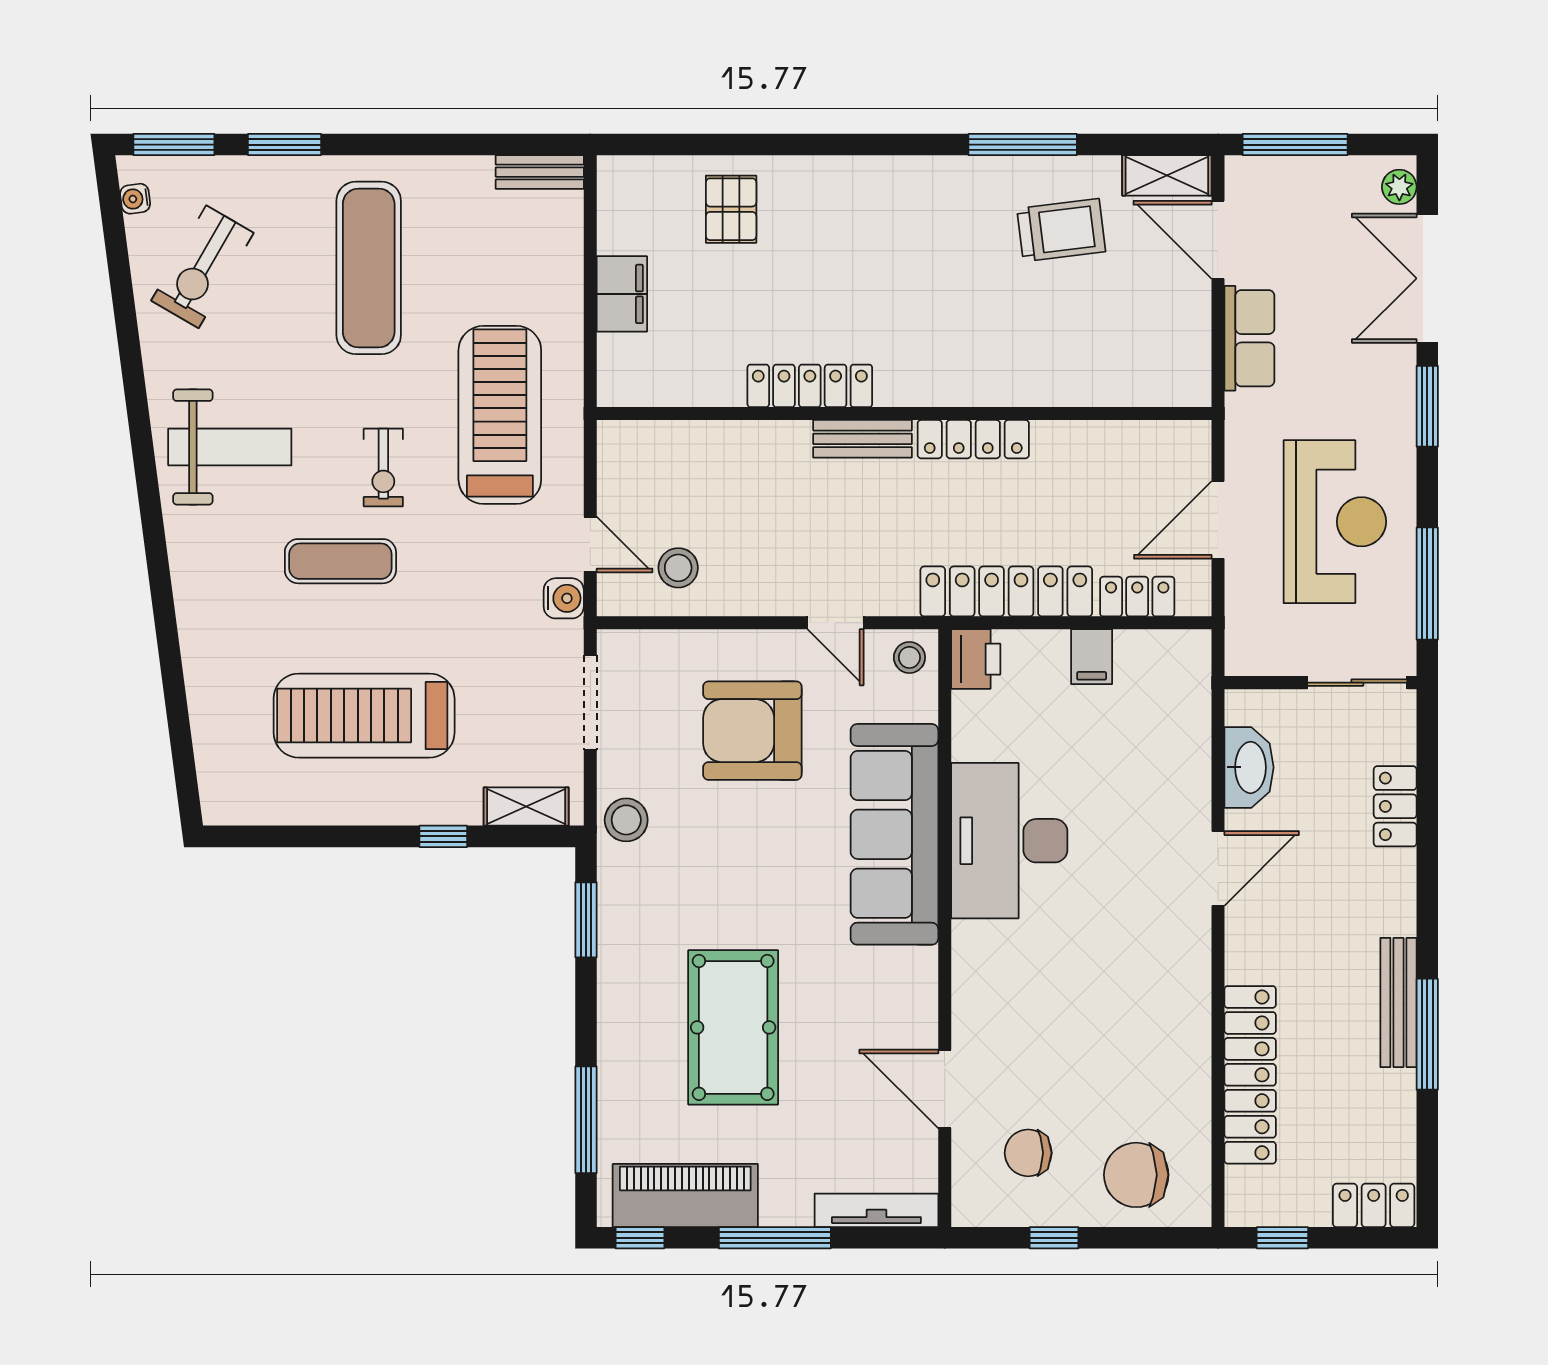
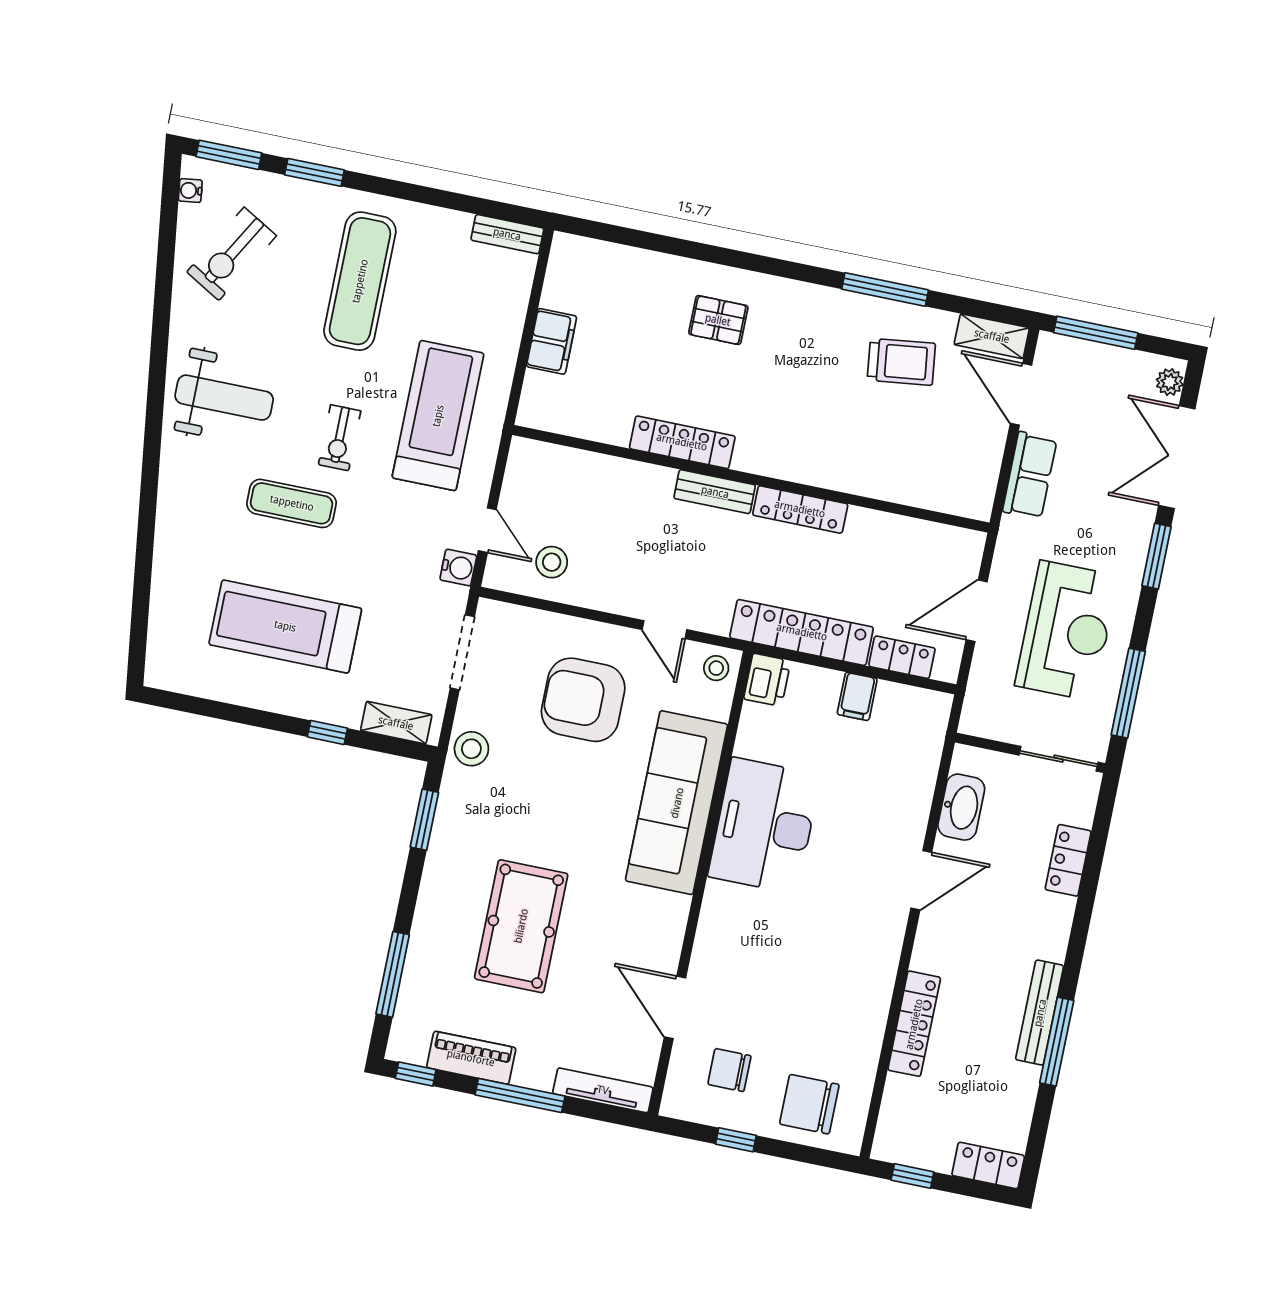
pallet: (731, 209) -> (718, 320), moved, turned 90
locker: (1250, 1075) -> (914, 1024), width x0.71, depth x0.83
piano: (685, 1196) -> (471, 1058), width x0.73, depth x0.75

